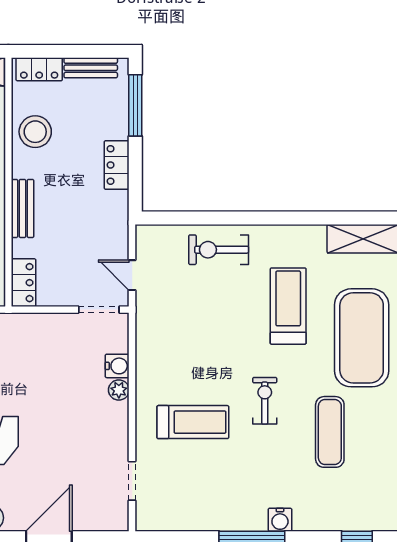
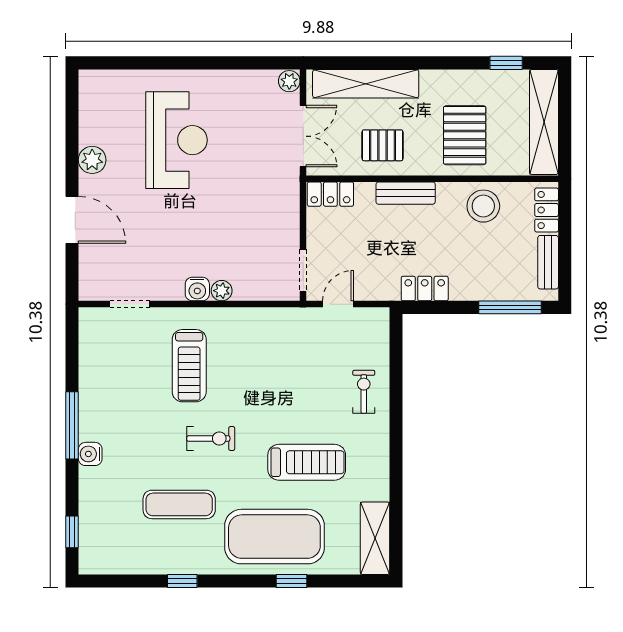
locker: (117, 165) -> (425, 289), moved
exercise bike: (219, 250) -> (364, 392), width x0.73, depth x0.72
water cooler: (117, 366) -> (197, 289), moved

